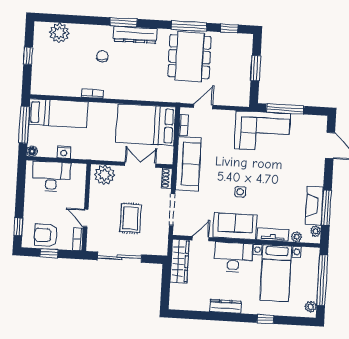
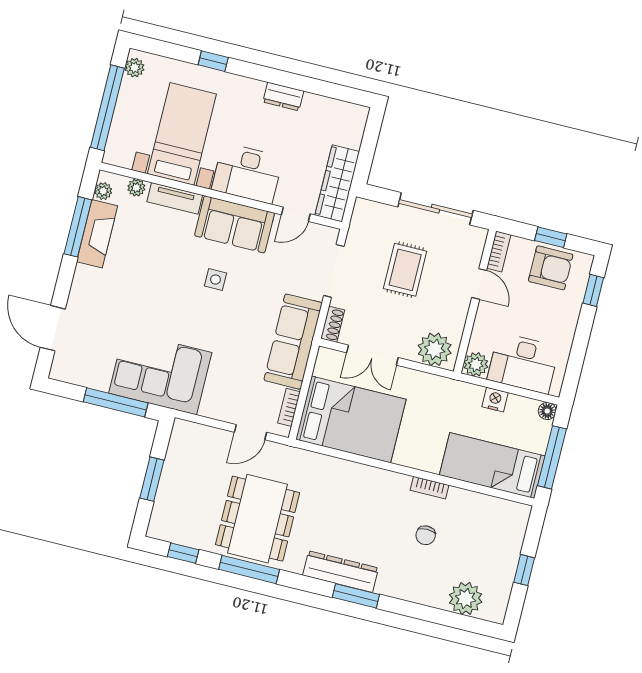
chair: (102, 56) -> (426, 535), moved
plant: (79, 171) -> (476, 364), added
dresser: (225, 306) -> (283, 96), width x0.70

